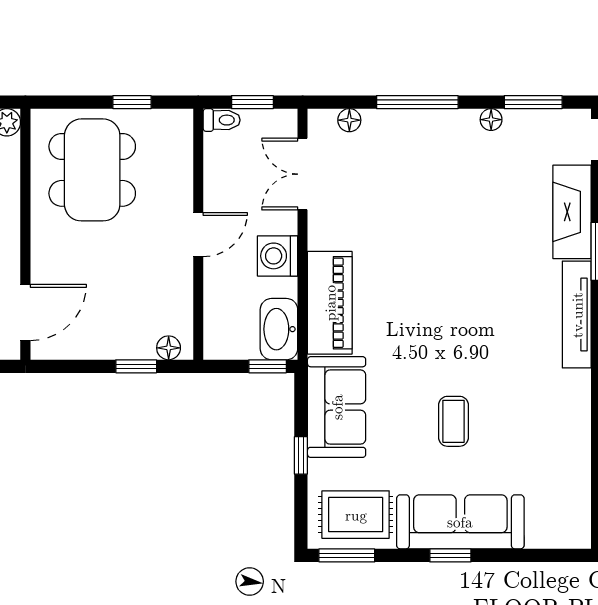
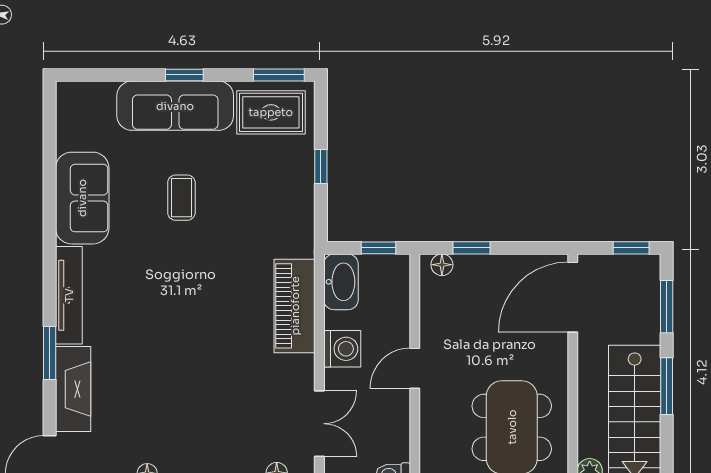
door: (25, 312) -> (573, 297), width x1.36
window: (268, 366) -> (378, 248), moved
sofa: (337, 407) -> (82, 198), moved, turned 180

